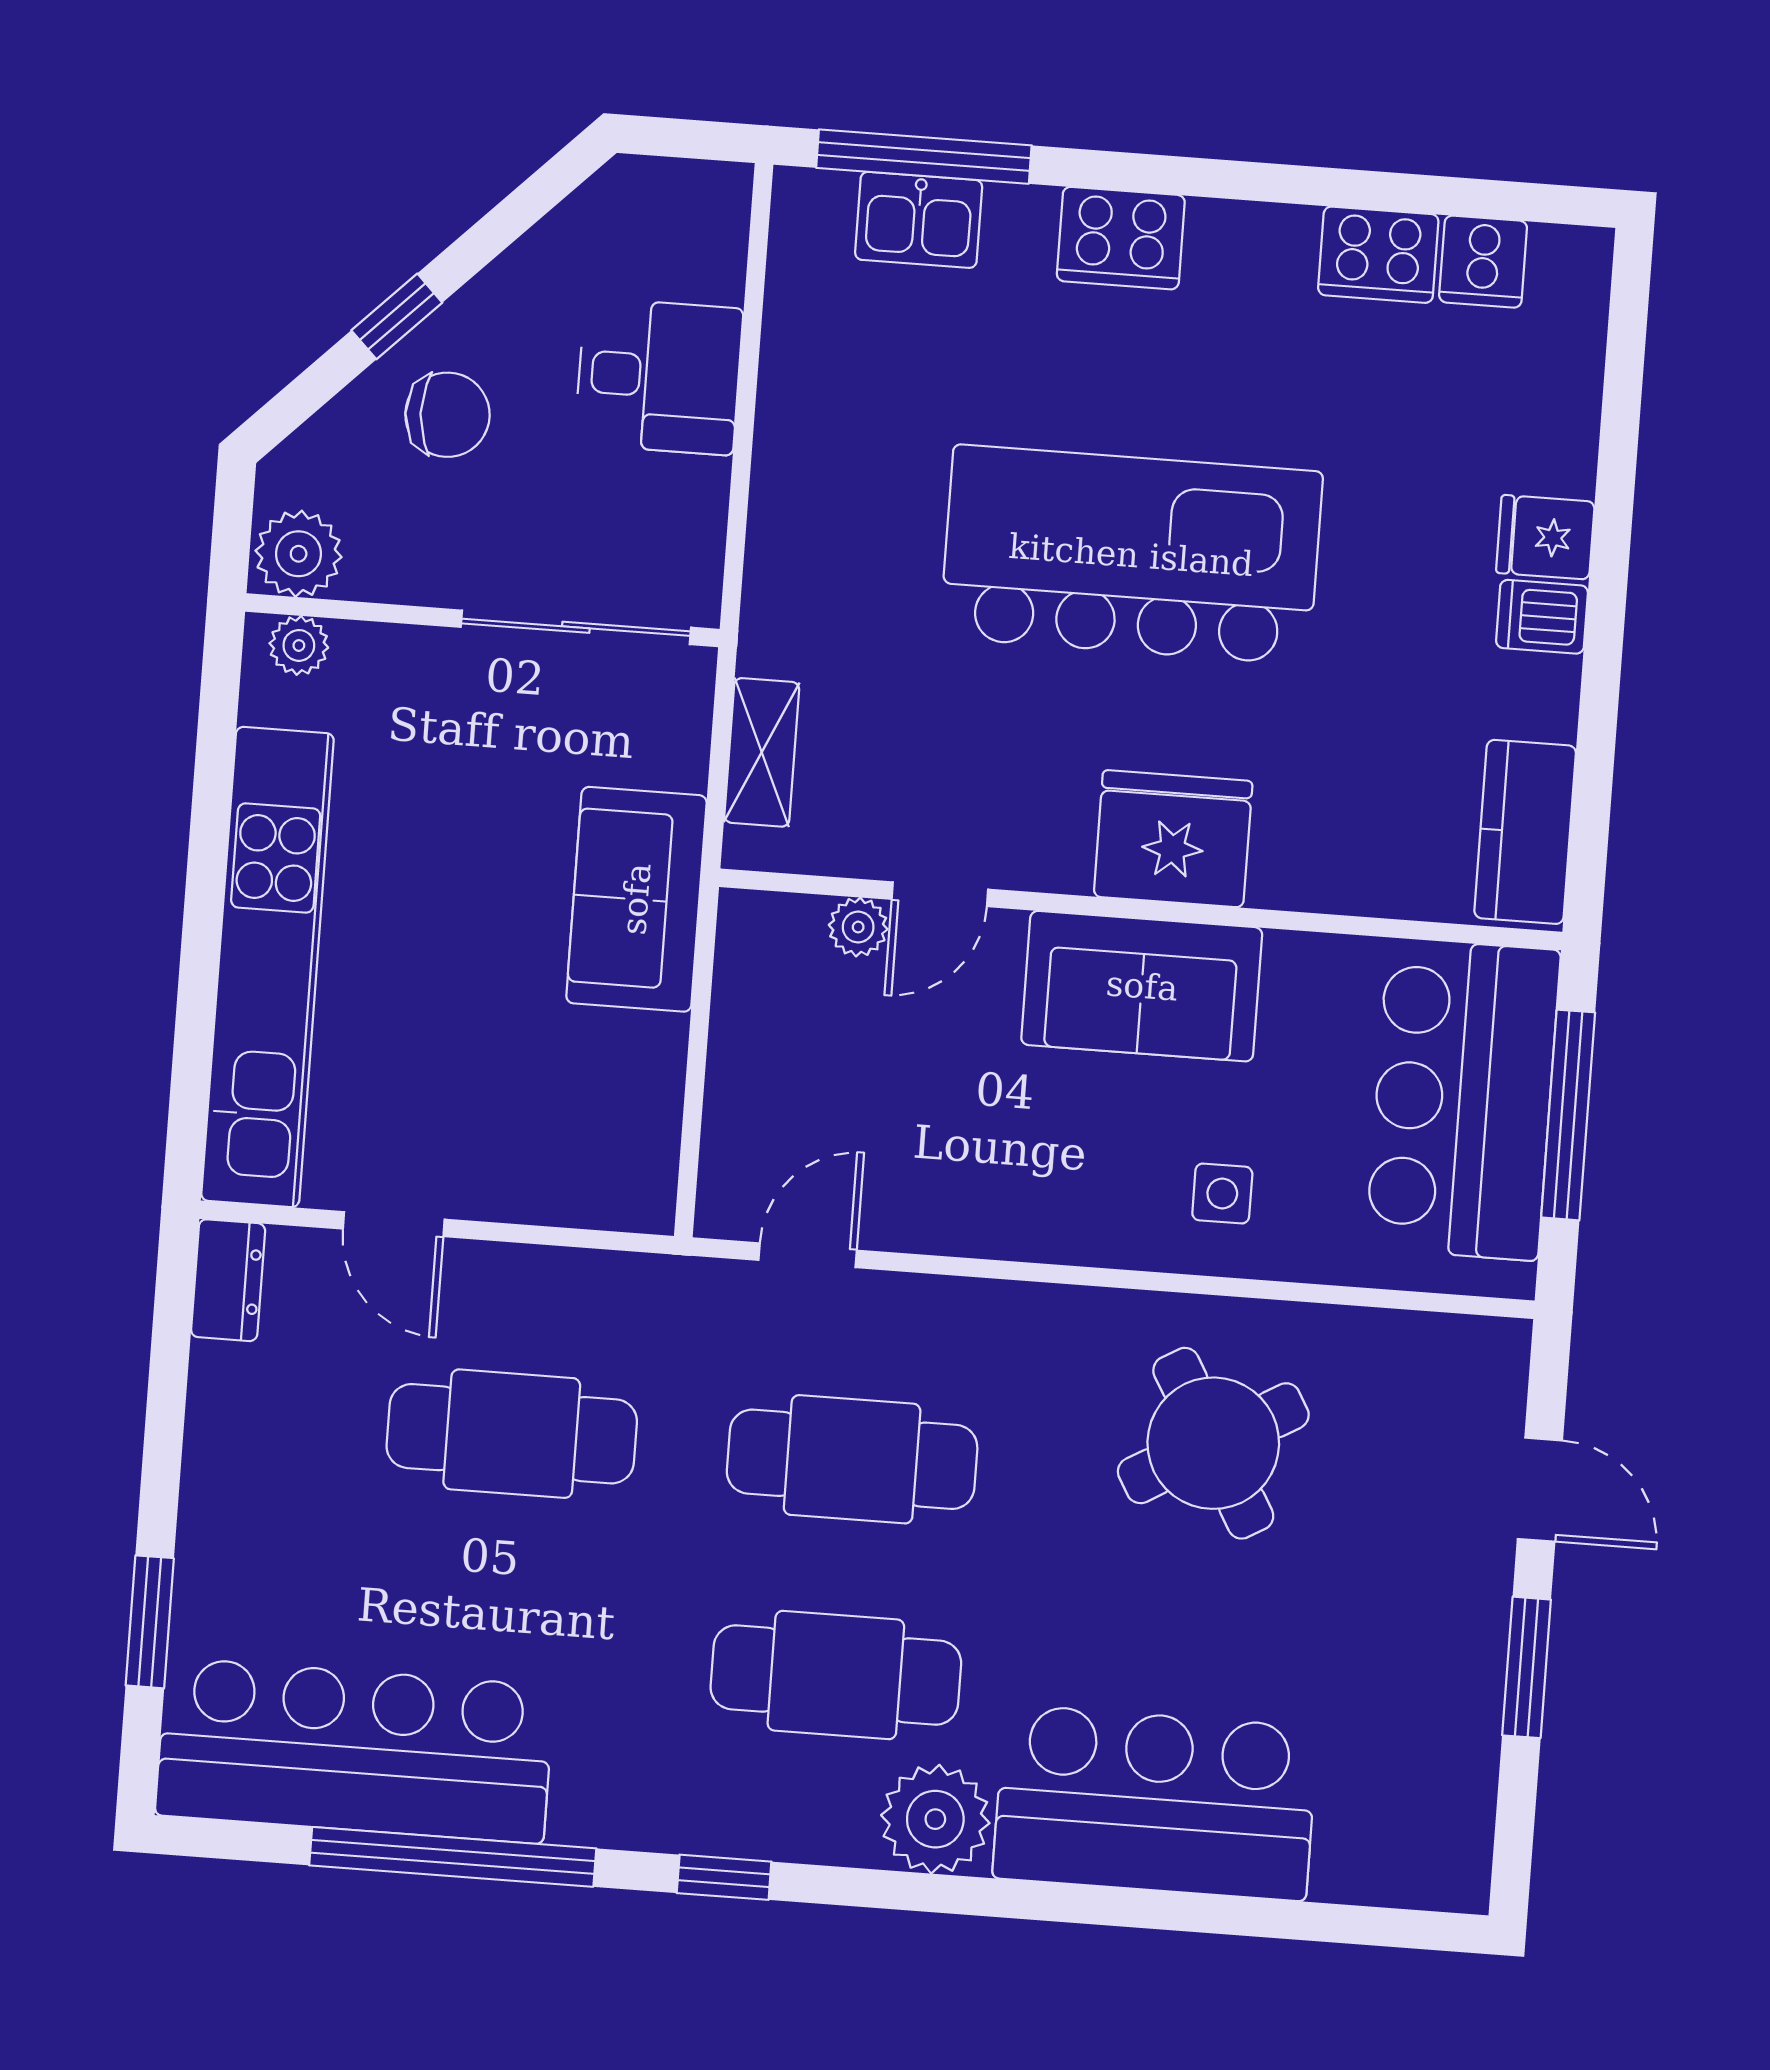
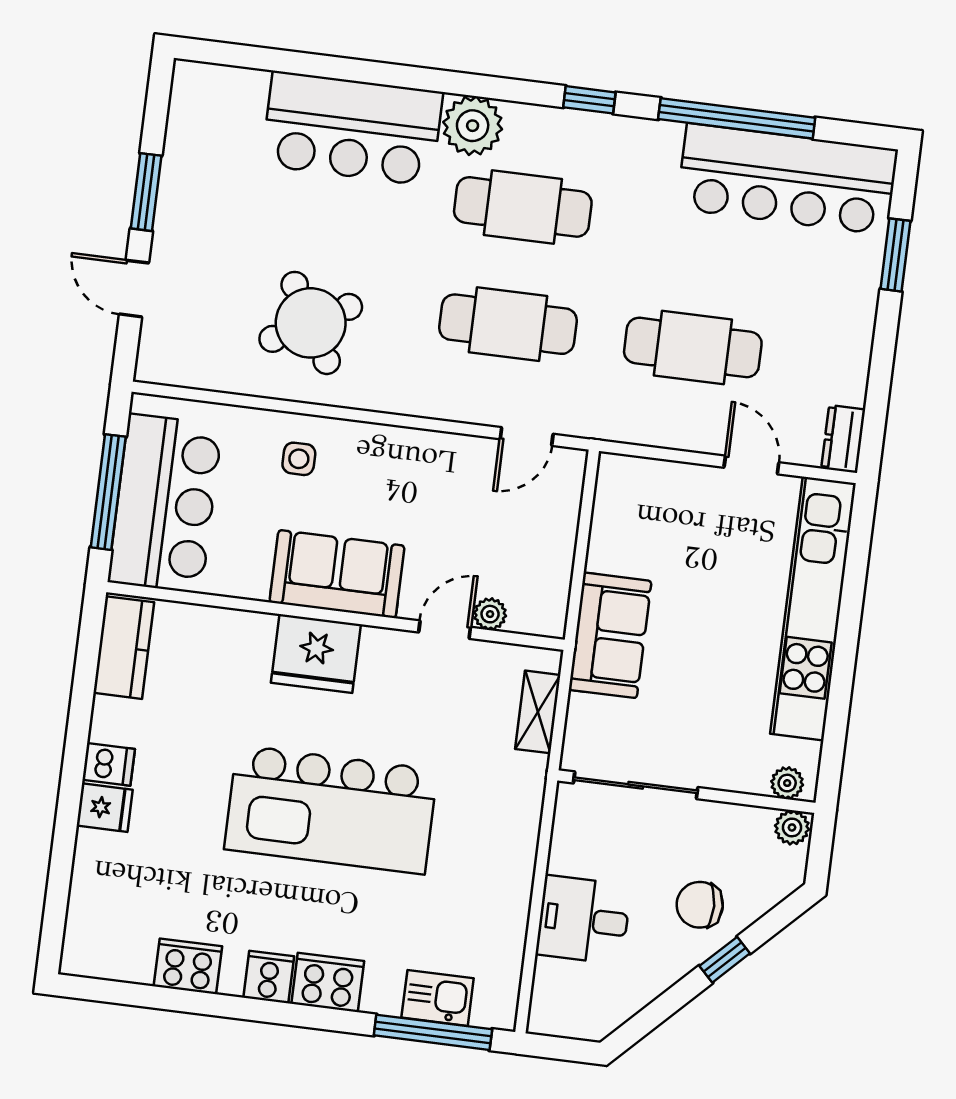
cooker: (1483, 262) -> (269, 977), moved
plant: (299, 554) -> (792, 827), width x0.73, depth x0.73

